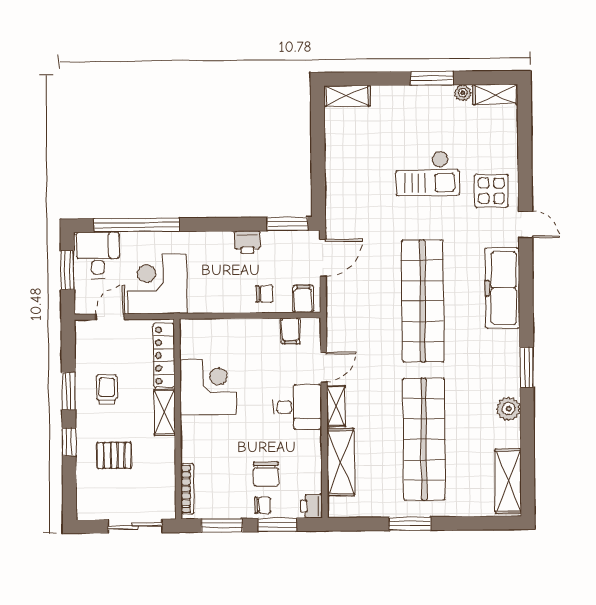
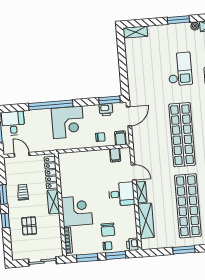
checkout: (428, 174) -> (180, 69), turned -90
window: (137, 225) -> (51, 105), moved
printer: (247, 242) -> (106, 110), moved
corner desk: (157, 284) -> (68, 122), moved, turned 180
door: (110, 317) -> (22, 155), hinge flipped
door: (324, 367) -> (134, 172), hinge flipped
corner desk: (208, 387) -> (77, 211), moved
pallet: (114, 455) -> (29, 226), turned 90

